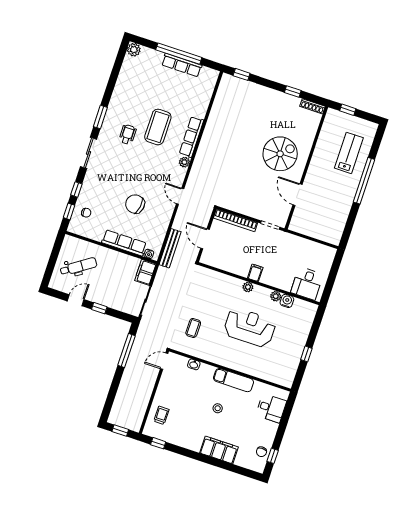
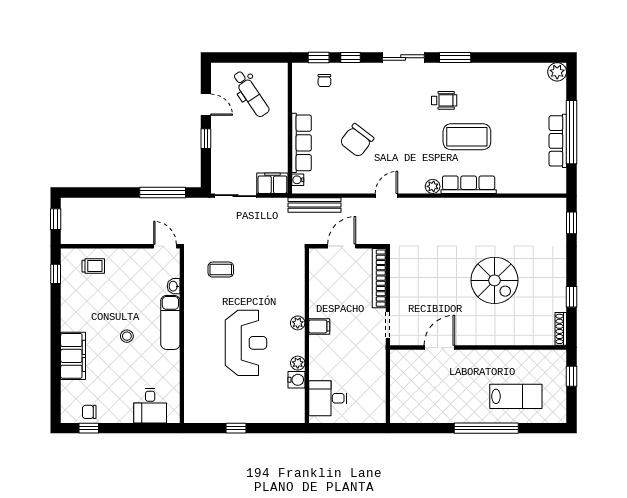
spiral stairs: (280, 154) -> (494, 280), moved
chair: (135, 204) -> (357, 140), turned -152
exam couch: (234, 380) -> (170, 322), moved

